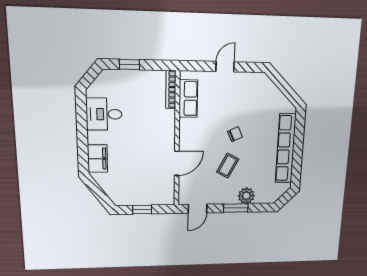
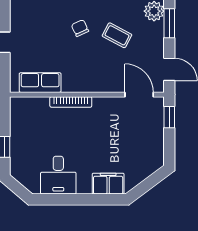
bookcase: (171, 90) -> (71, 102), moved
door: (177, 163) -> (139, 95), moved
window: (142, 210) -> (169, 117), moved

